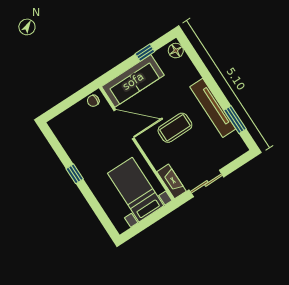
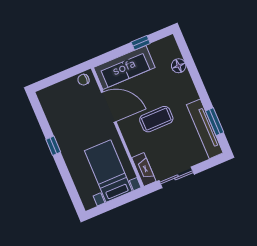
floor lamp: (176, 51) -> (179, 66), moved
tv unit: (213, 108) -> (205, 129), moved

